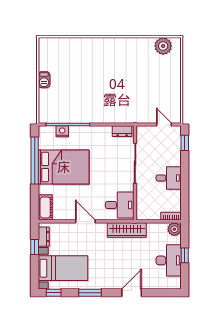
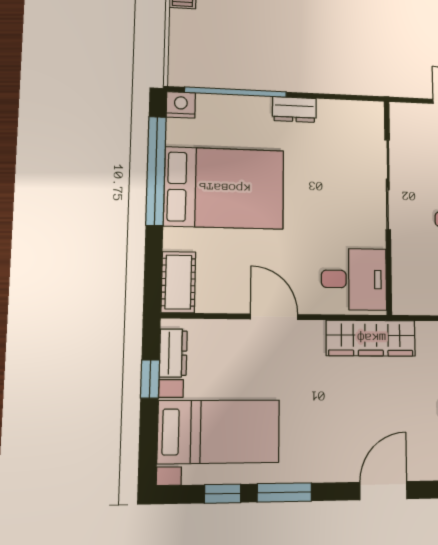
nightstand: (62, 131) -> (181, 105), moved
dresser: (122, 131) -> (294, 109), moved
window: (54, 293) -> (223, 494), moved

